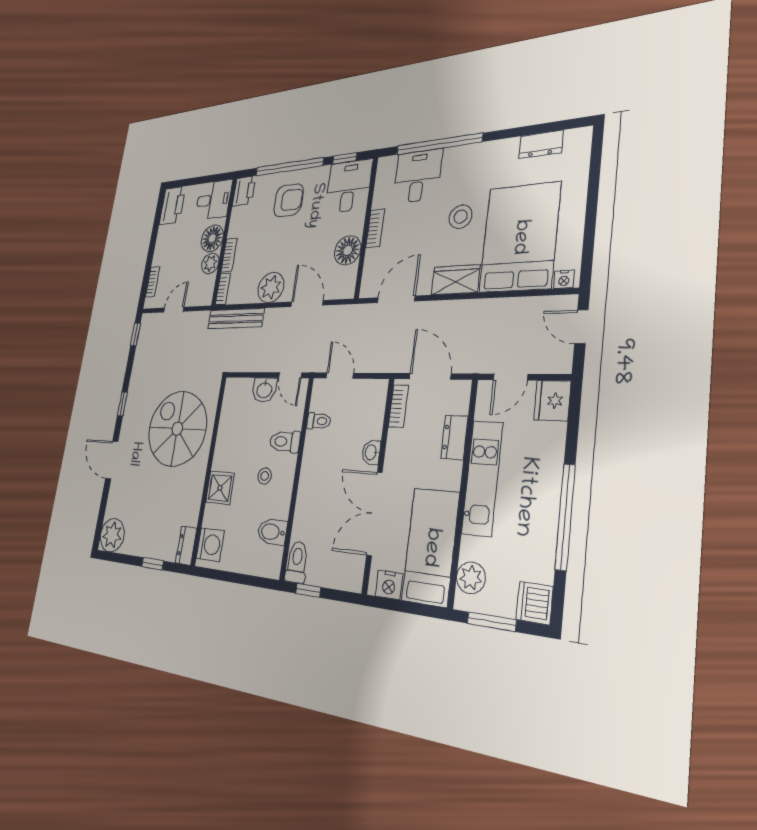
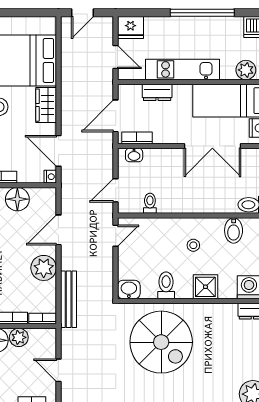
nightstand: (564, 279) -> (50, 177), moved
washbasin: (264, 390) -> (129, 289), moved, turned -90
spiral stairs: (177, 429) -> (161, 342), turned -90
toilet: (285, 442) -> (166, 285), moved, turned 180
washbasin: (371, 452) -> (134, 155), moved

